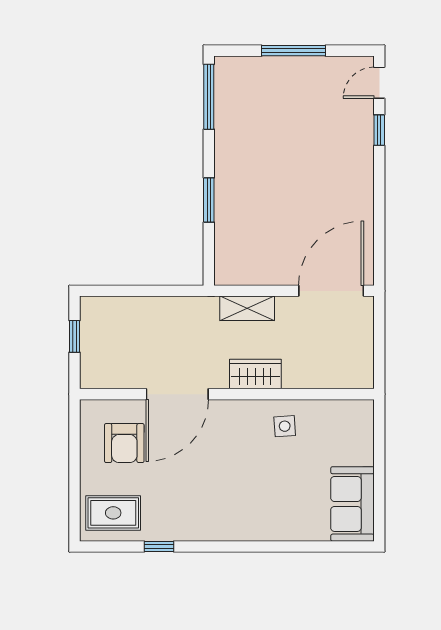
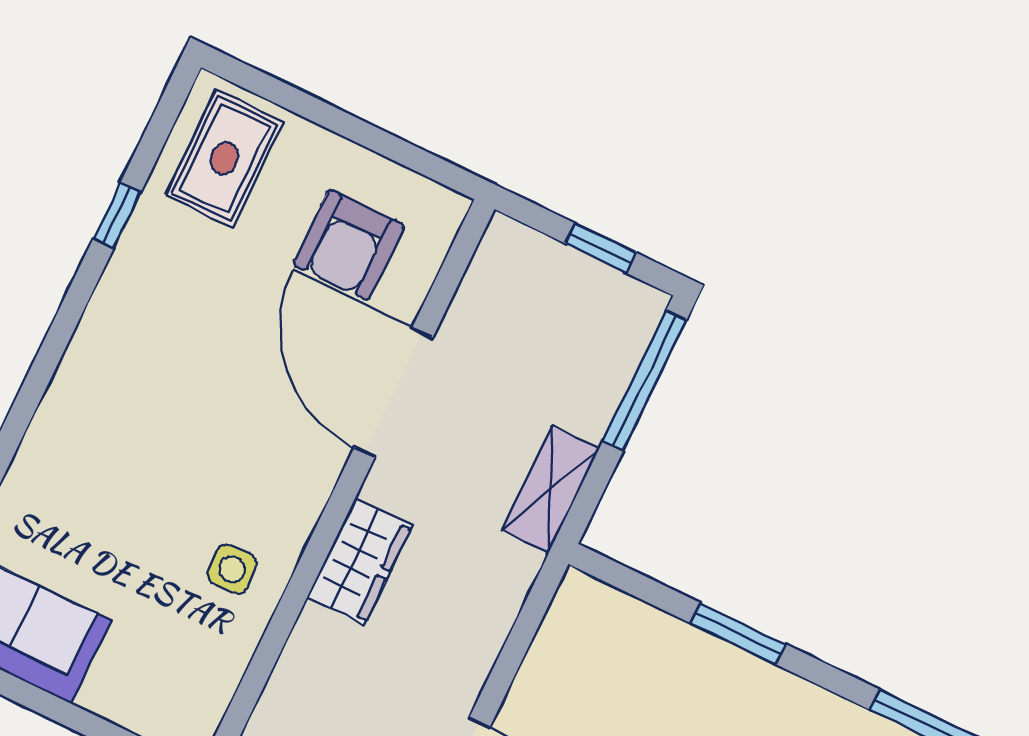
window: (121, 291) -> (645, 380), added
shelving: (247, 308) -> (551, 489), moved
armchair: (124, 443) -> (349, 245), turned -90

